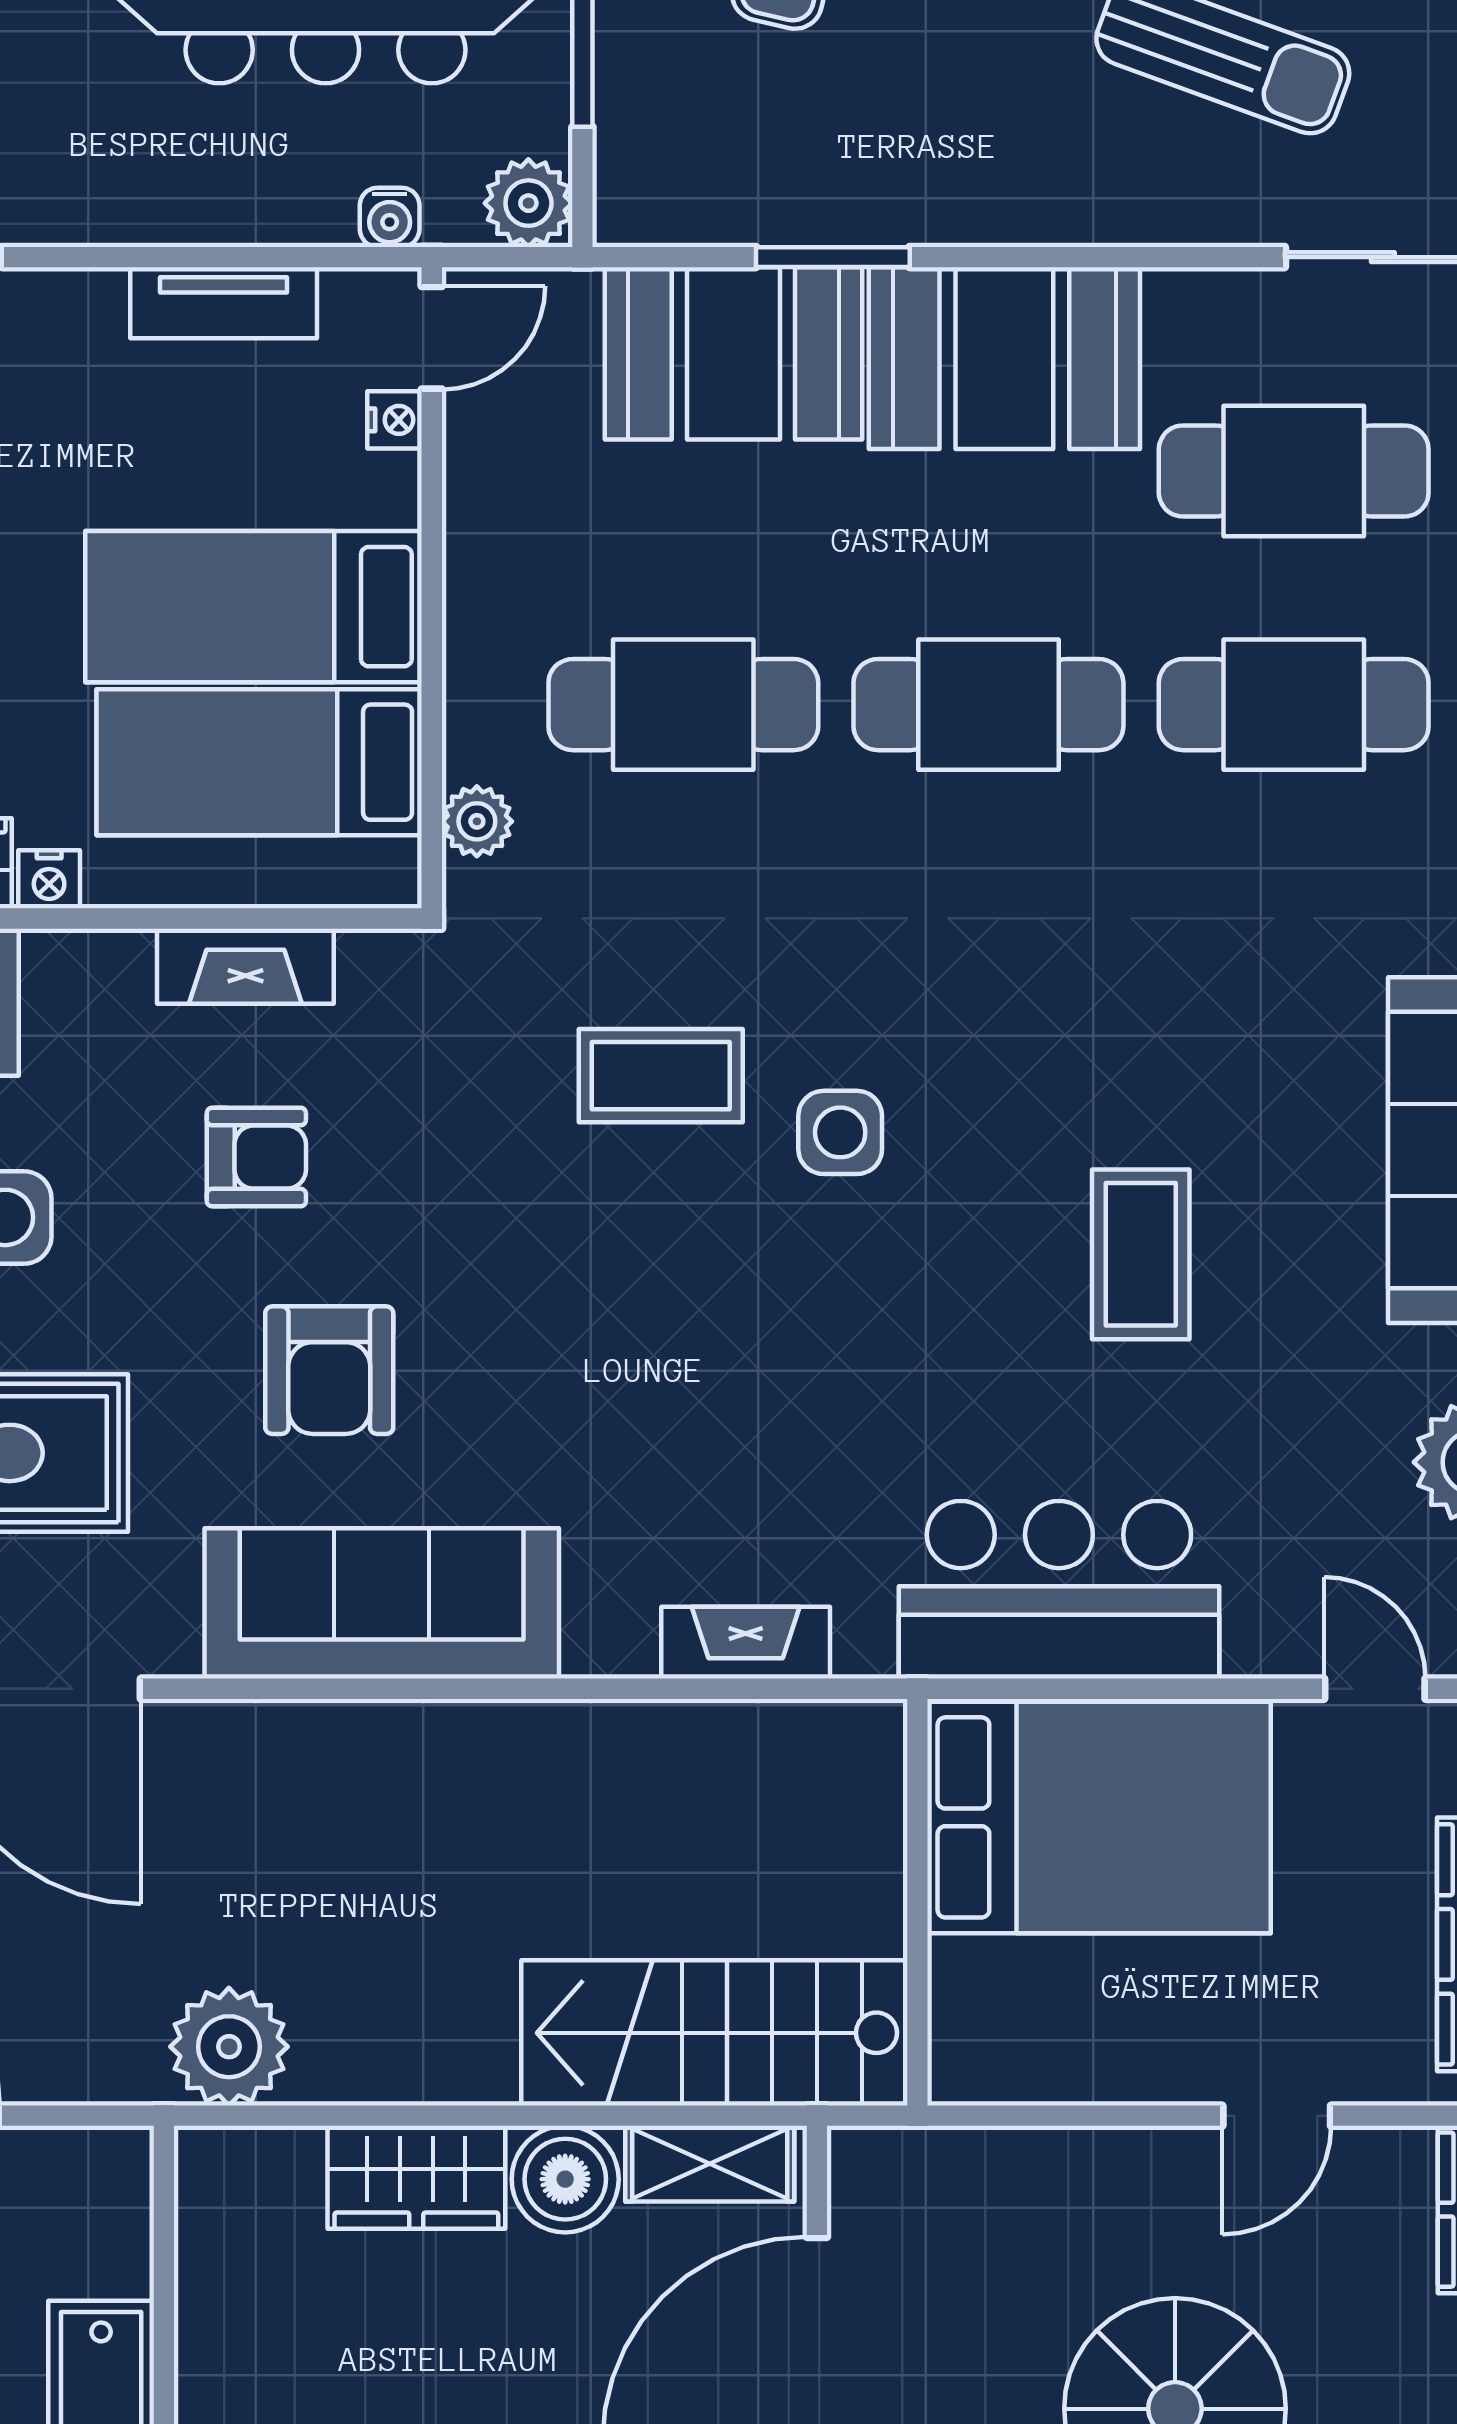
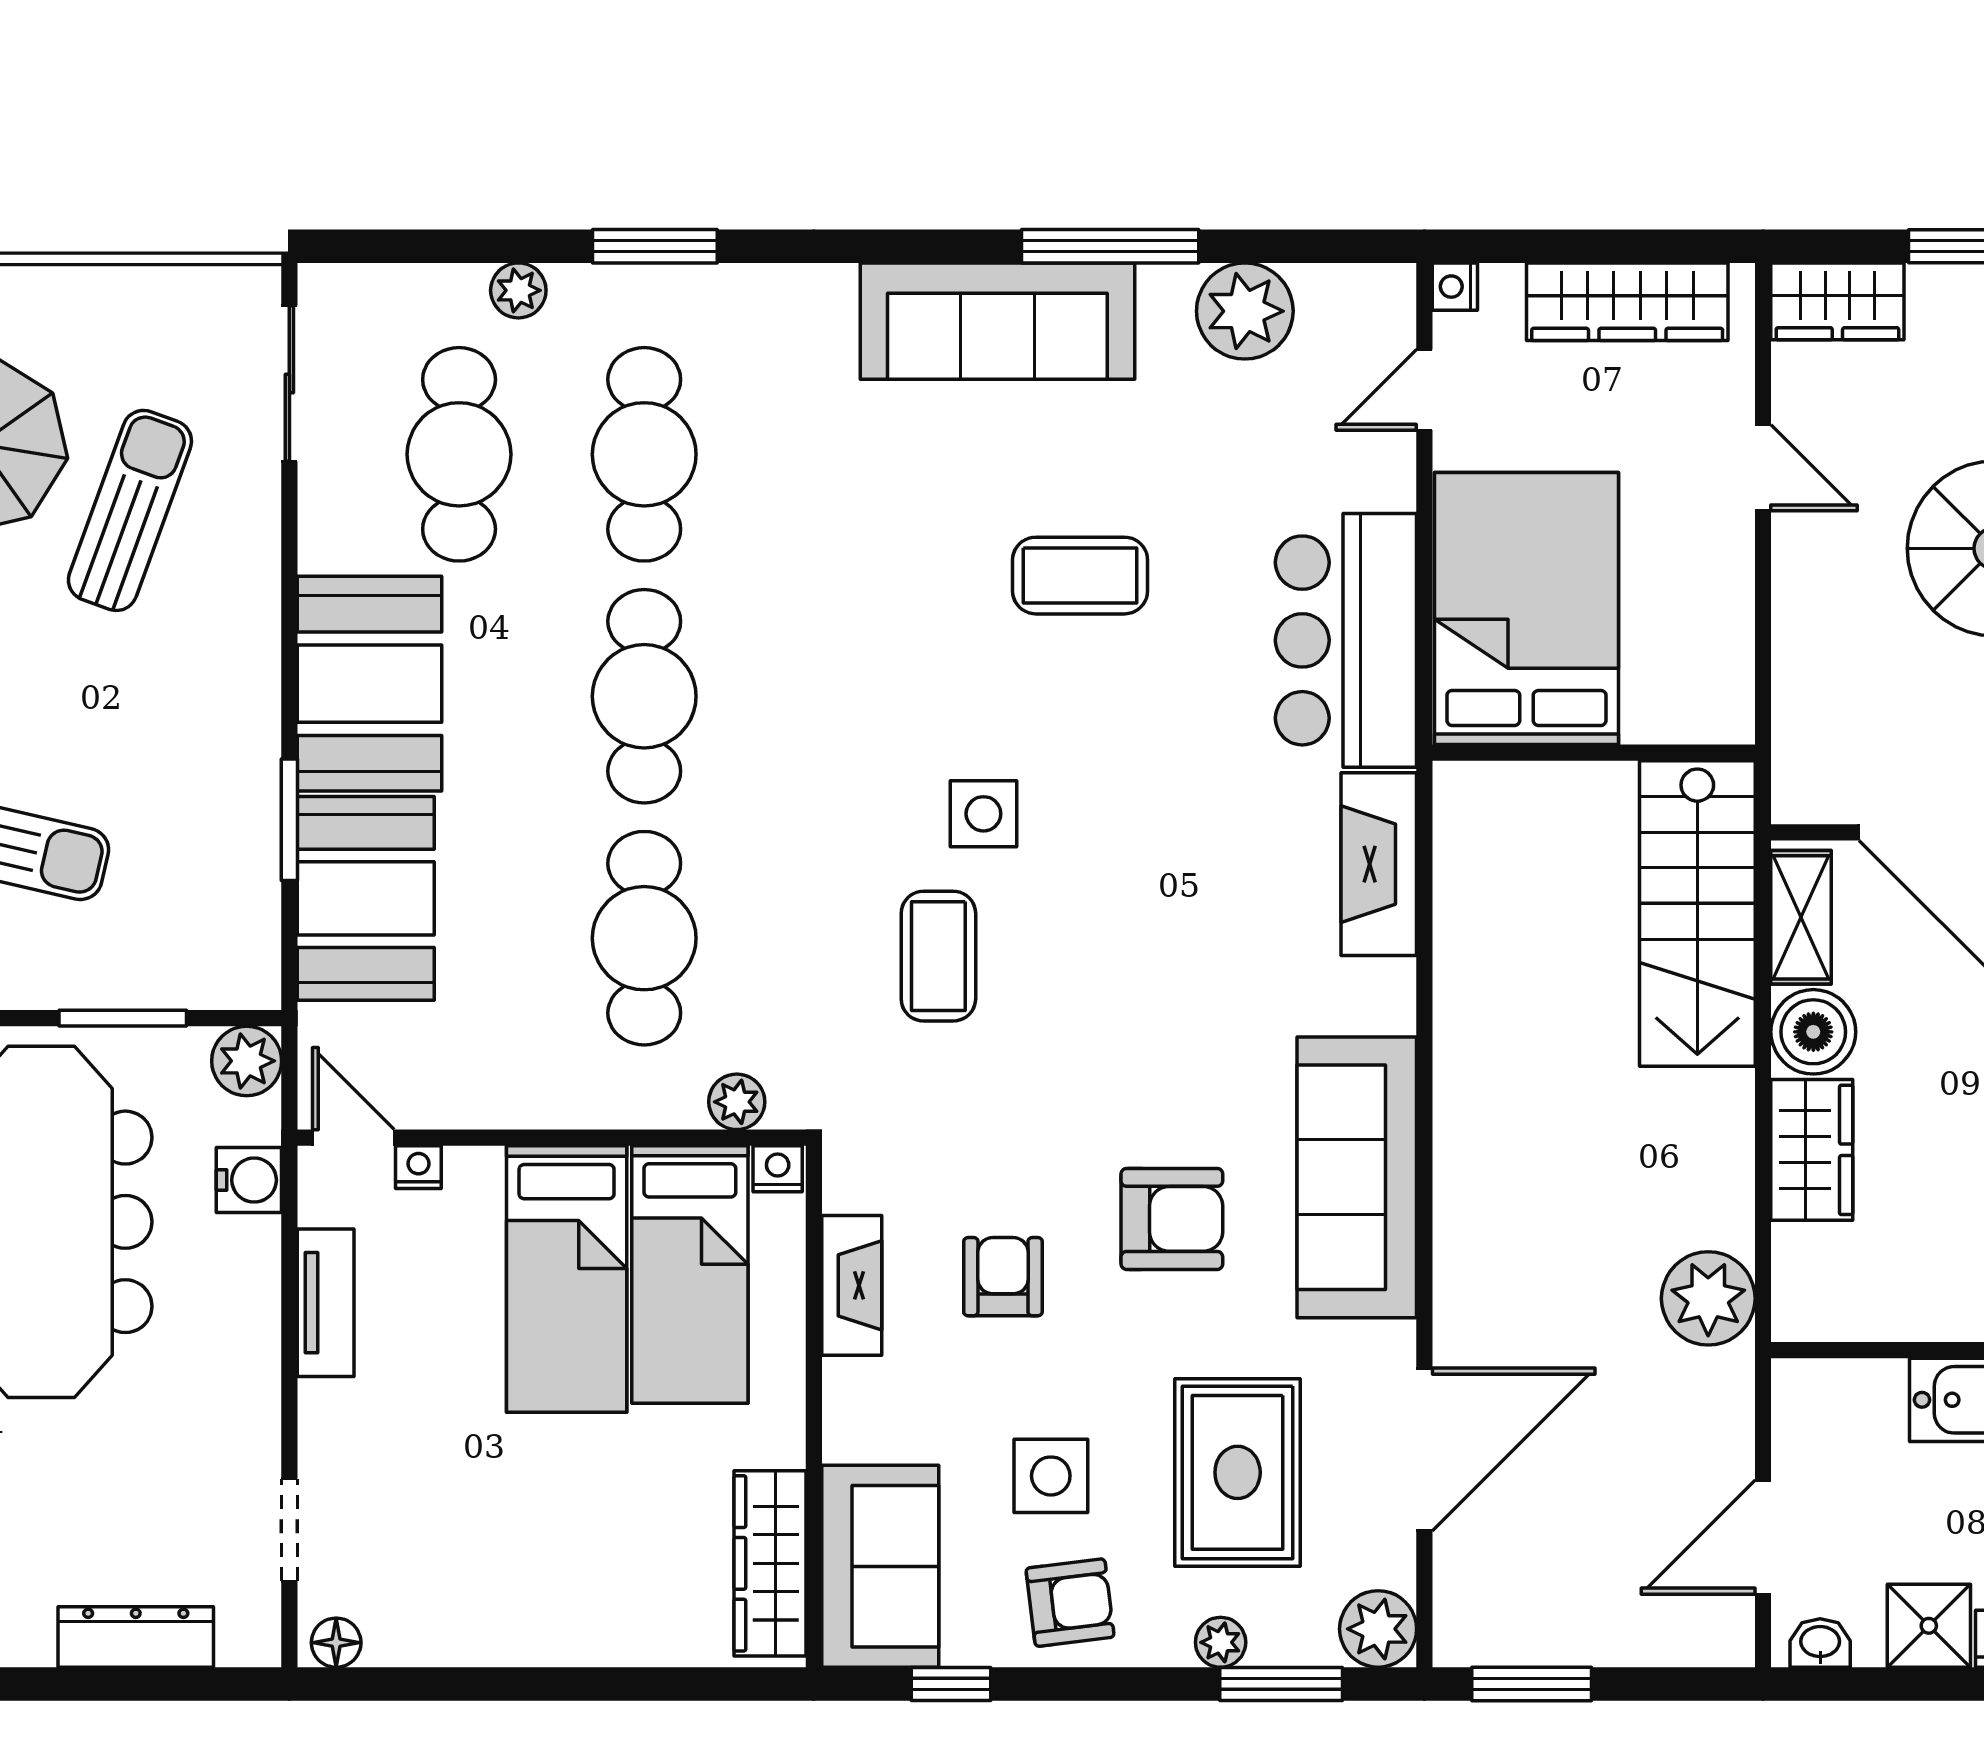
water cooler: (390, 217) -> (249, 1180), width x1.38, depth x1.38
nightstand: (49, 879) -> (778, 1169), moved, turned -90
fireplace: (746, 1643) -> (1379, 864), width x1.37, depth x1.32

